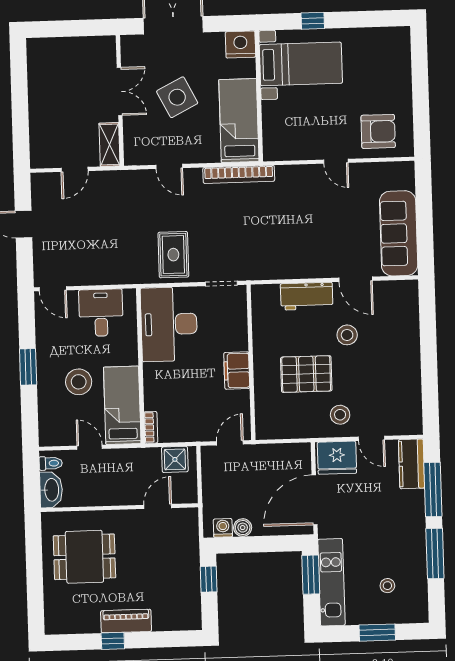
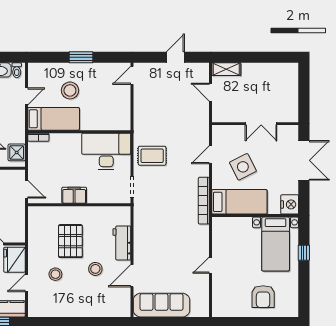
side table: (177, 97) -> (243, 167), moved
armchair: (378, 131) -> (263, 297), moved
shelving: (109, 145) -> (226, 69), moved
desk: (101, 313) -> (115, 107), removed
stool: (340, 415) -> (55, 274), moved

